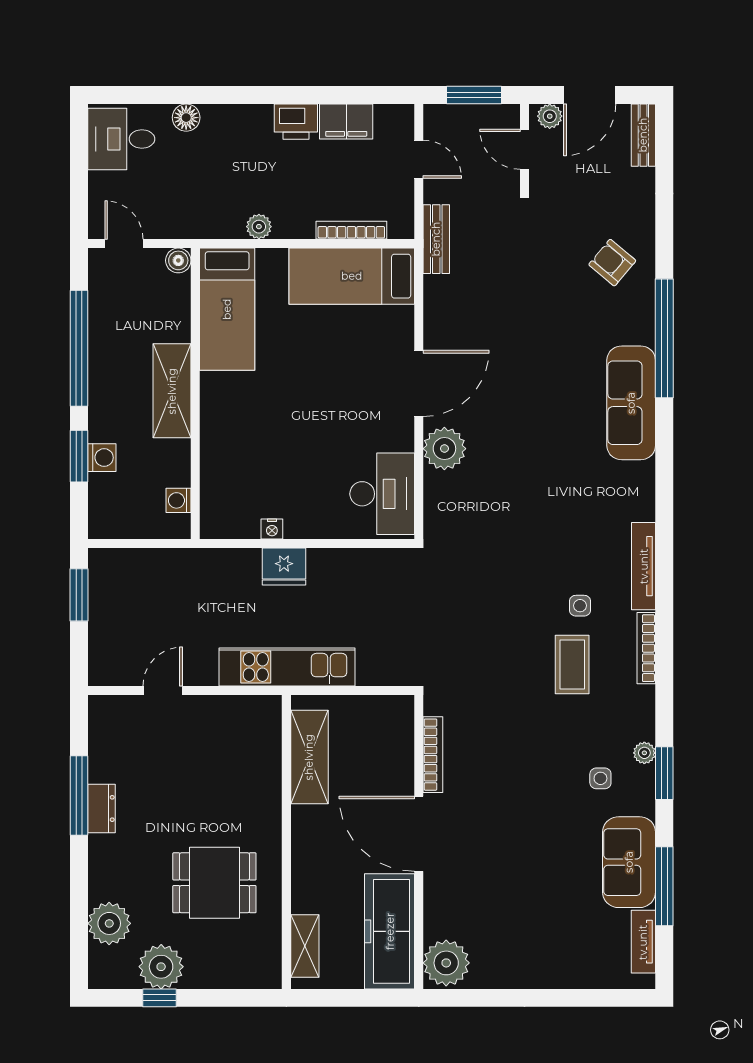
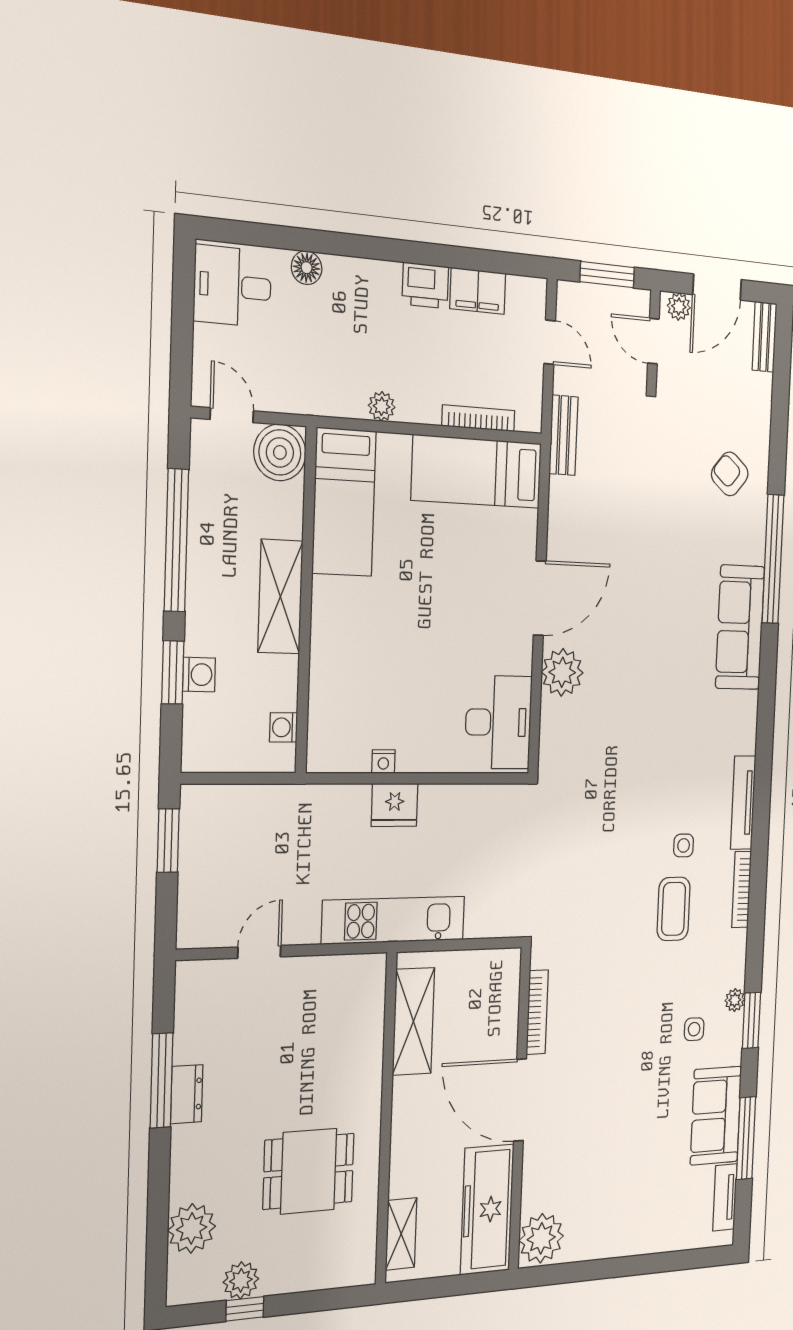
boiler: (178, 260) -> (280, 452), width x1.86, depth x1.86
plant: (161, 967) -> (241, 1280), width x0.73, depth x0.73

